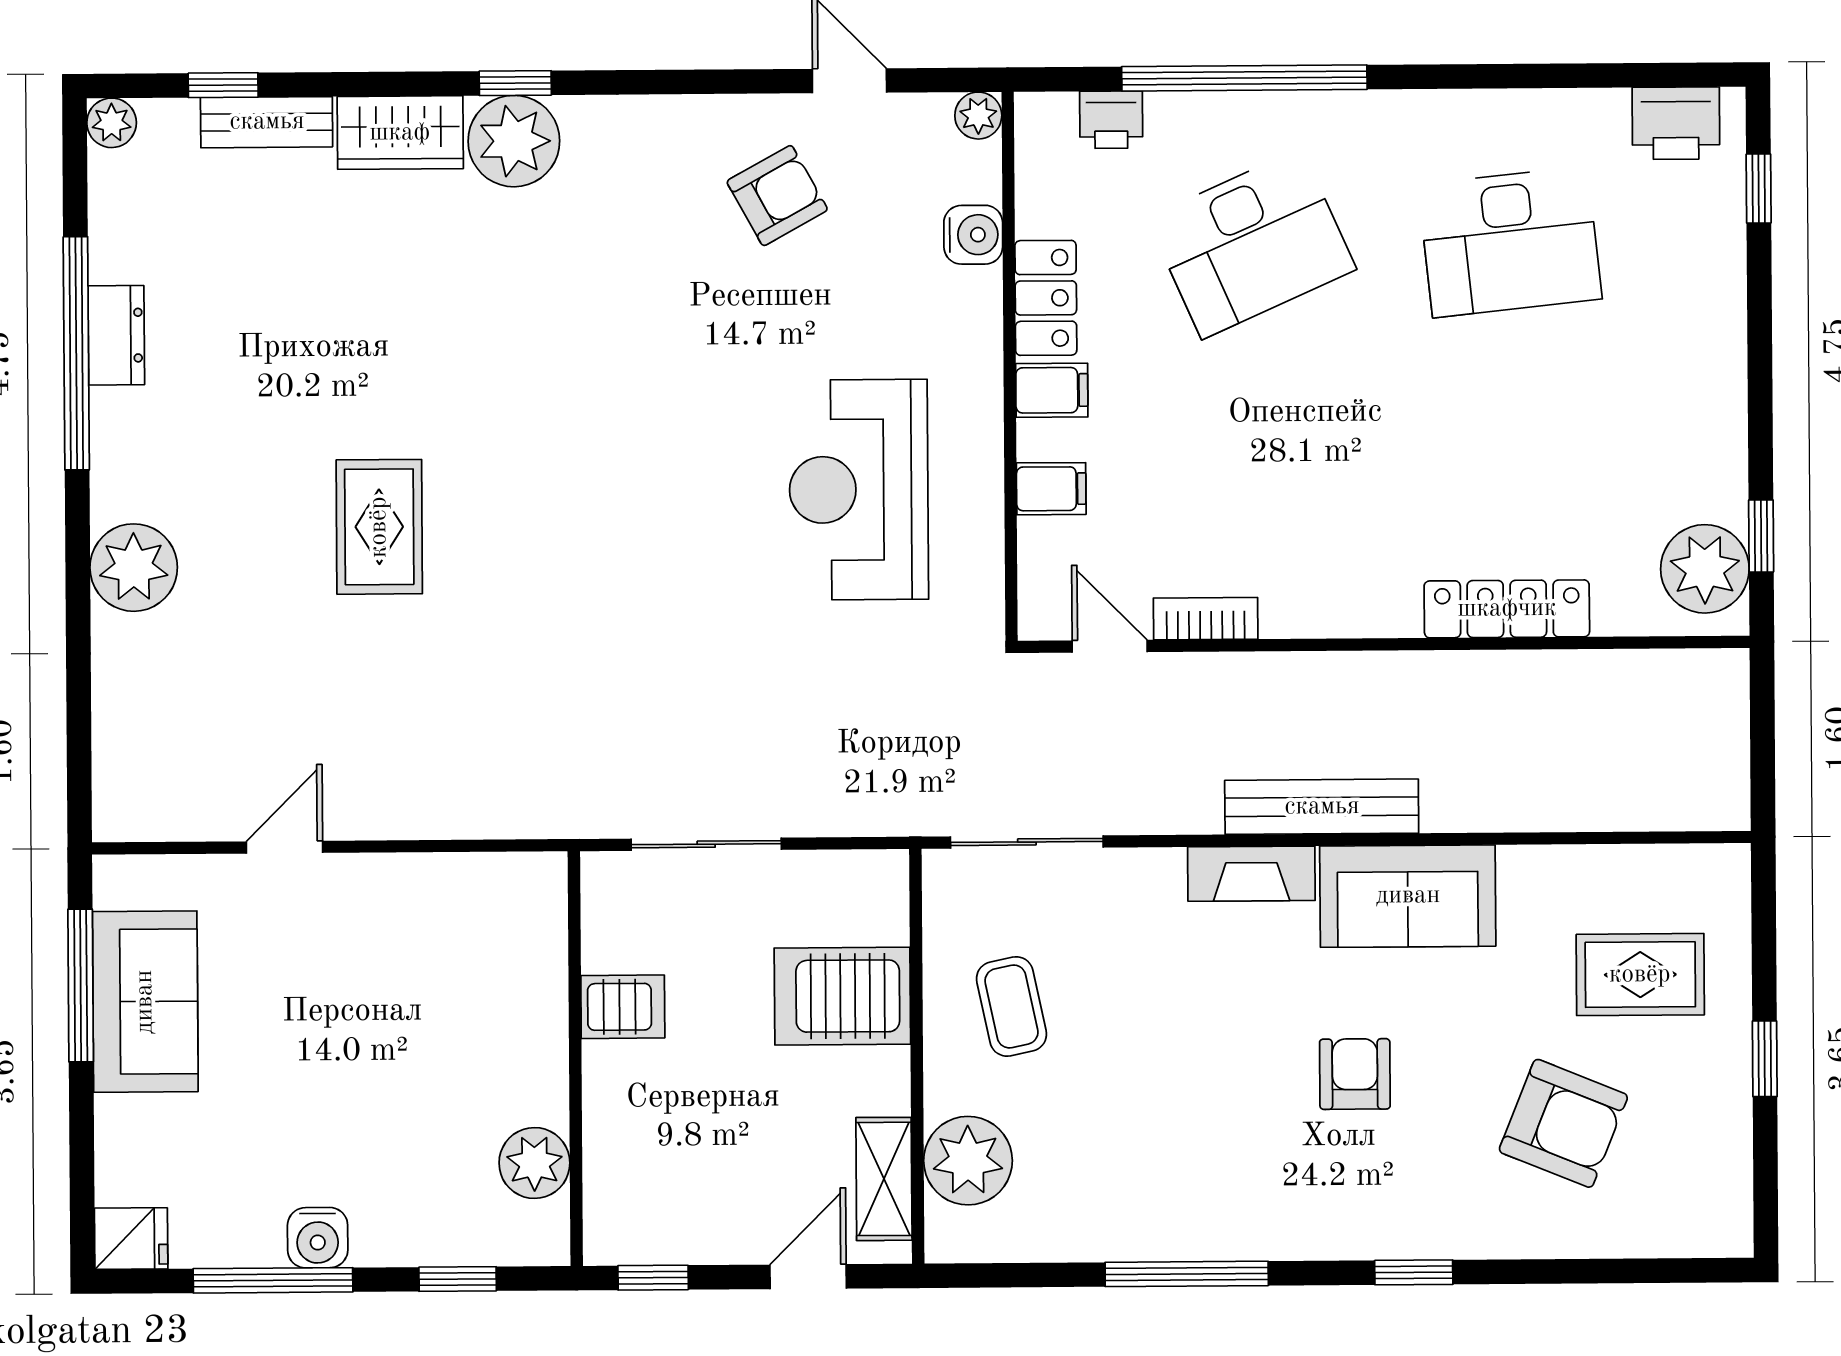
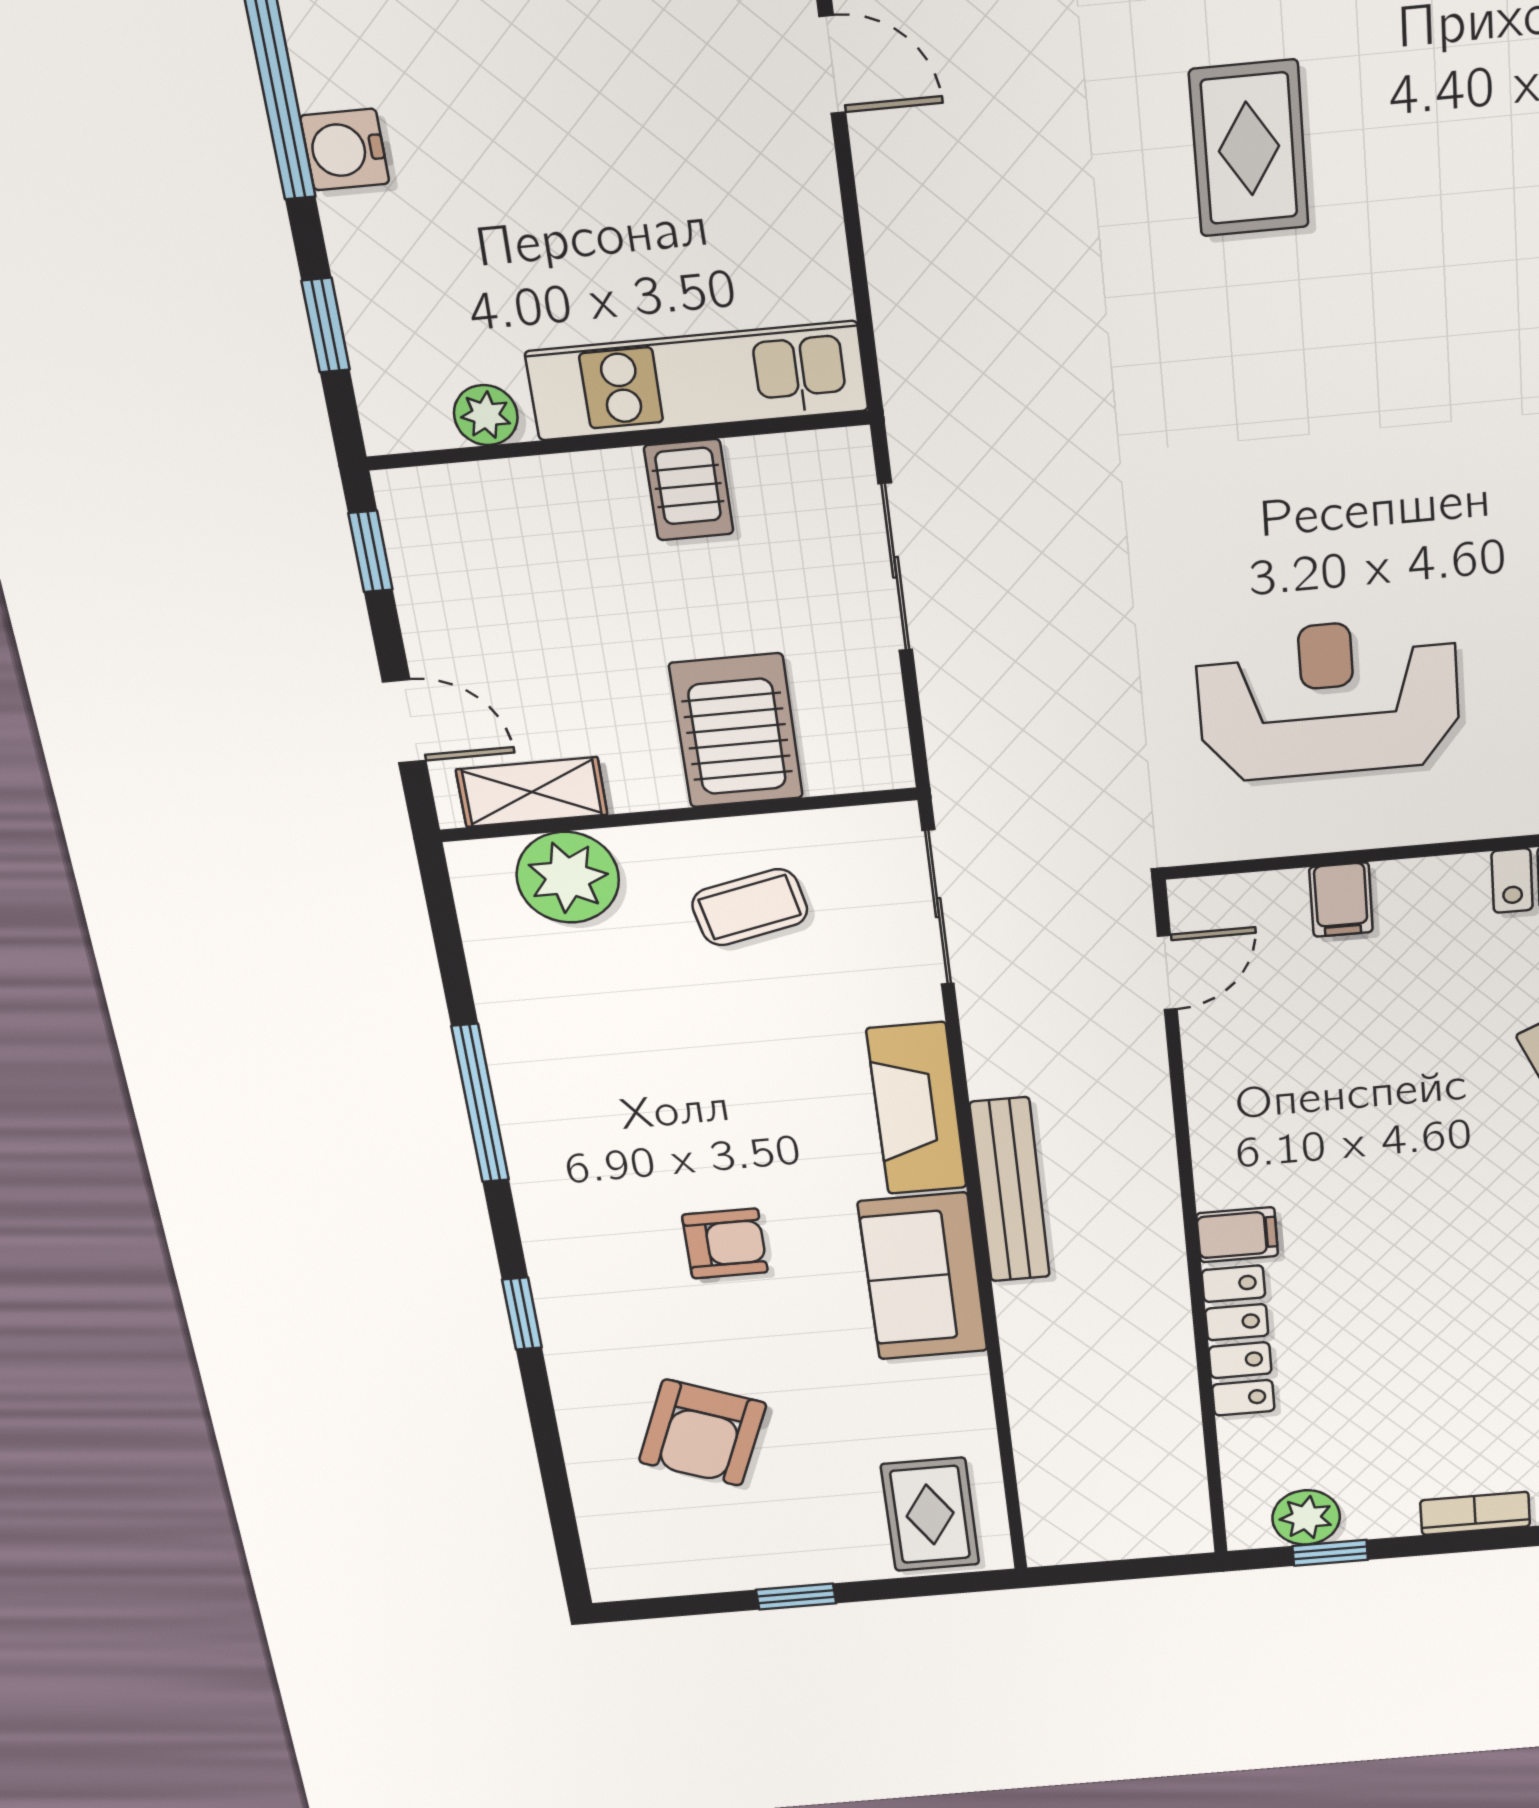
filing cabinet: (1052, 390) -> (1237, 1235), moved, turned -90
rug: (379, 527) -> (1249, 148), turned 90
plant: (1705, 569) -> (1306, 1517), width x0.73, depth x0.73
bookcase: (1206, 619) -> (1475, 1513), moved, turned -90
fireplace: (1251, 874) -> (917, 1109), width x1.37, depth x1.32
rug: (1640, 975) -> (930, 1514), moved
kitchen unit: (530, 987) -> (697, 381), added
plant: (534, 1163) -> (486, 415), width x0.73, depth x0.73

